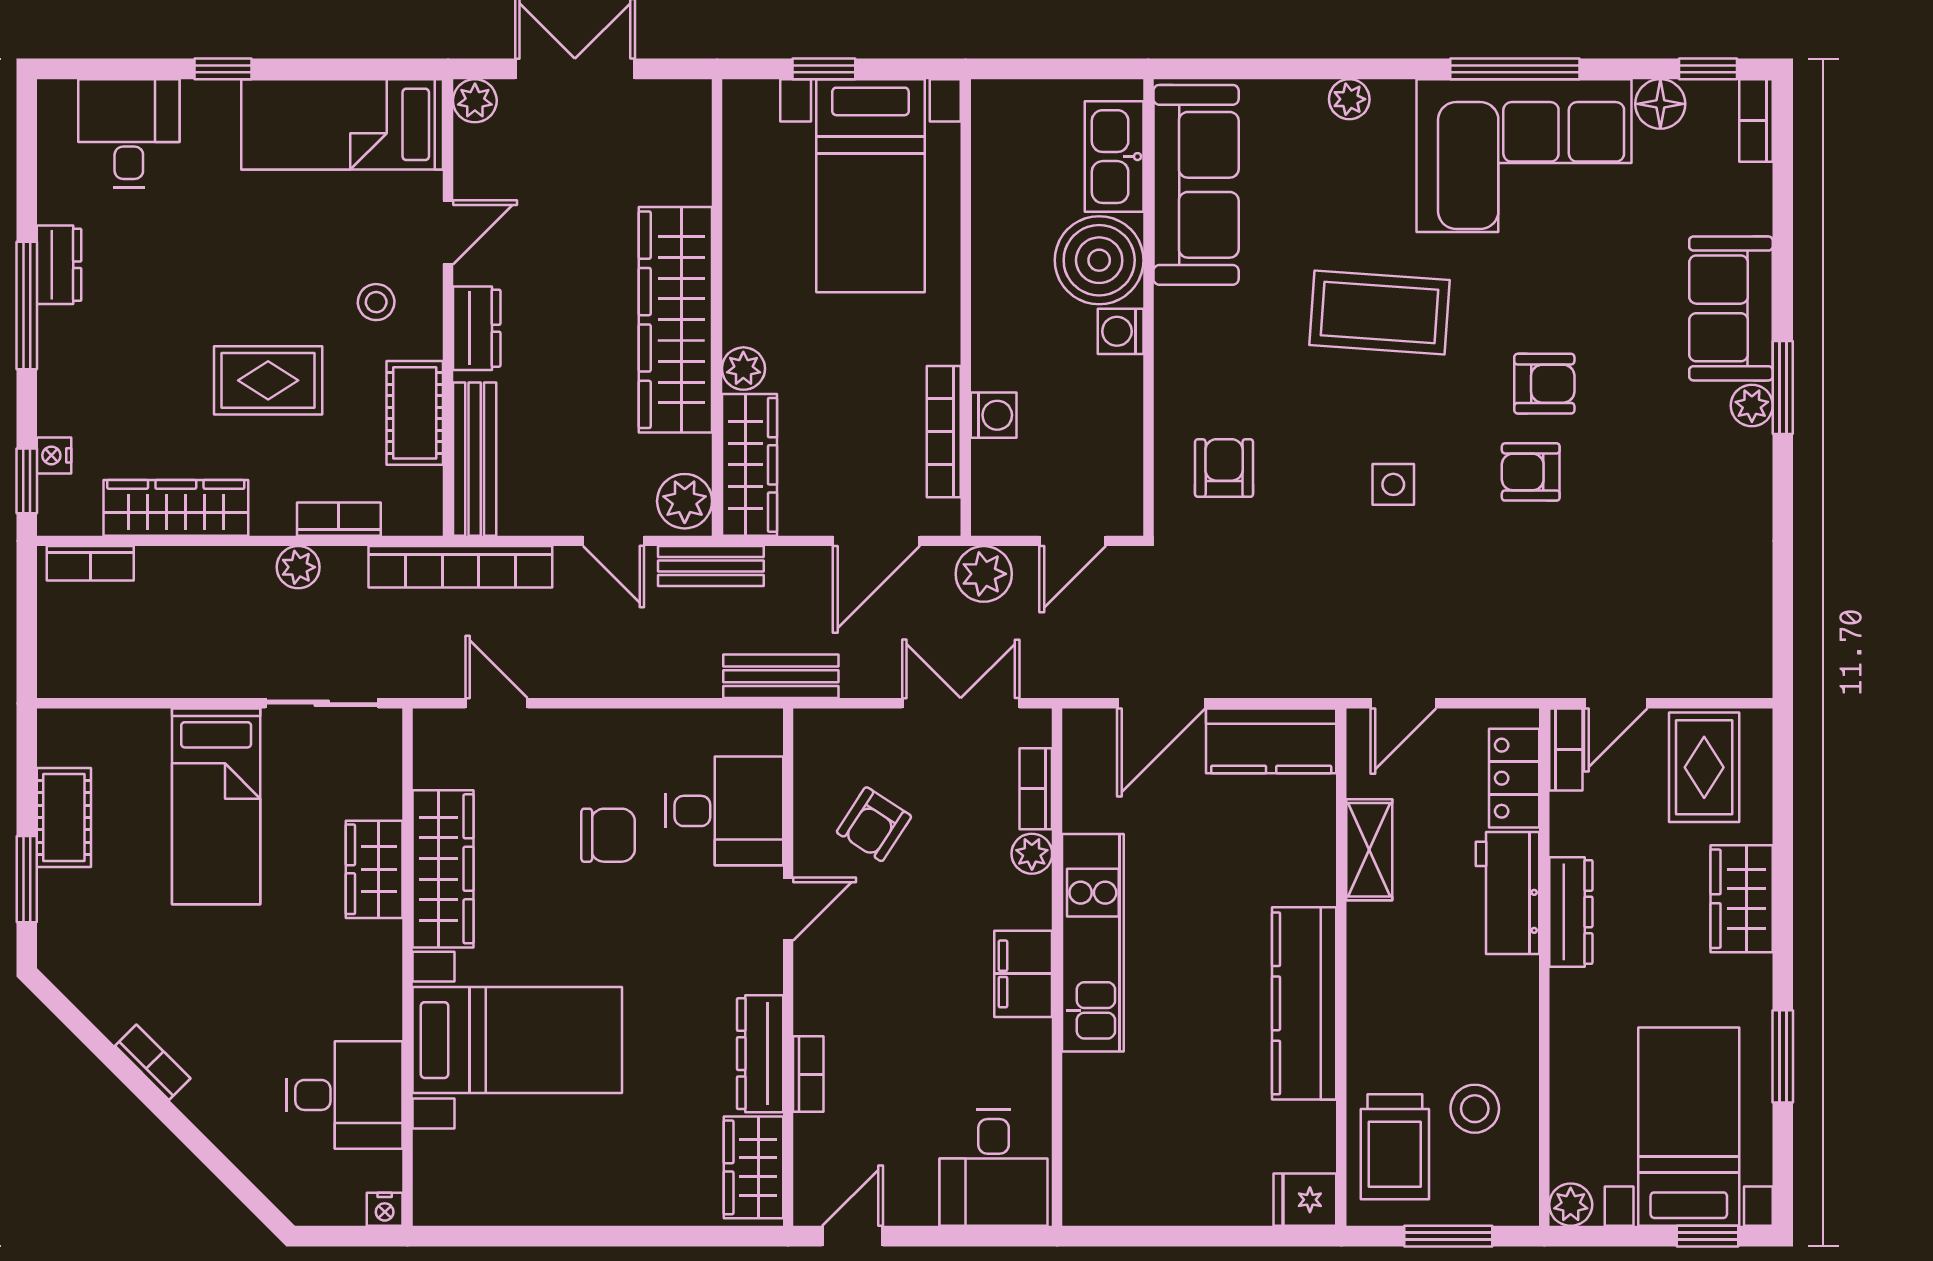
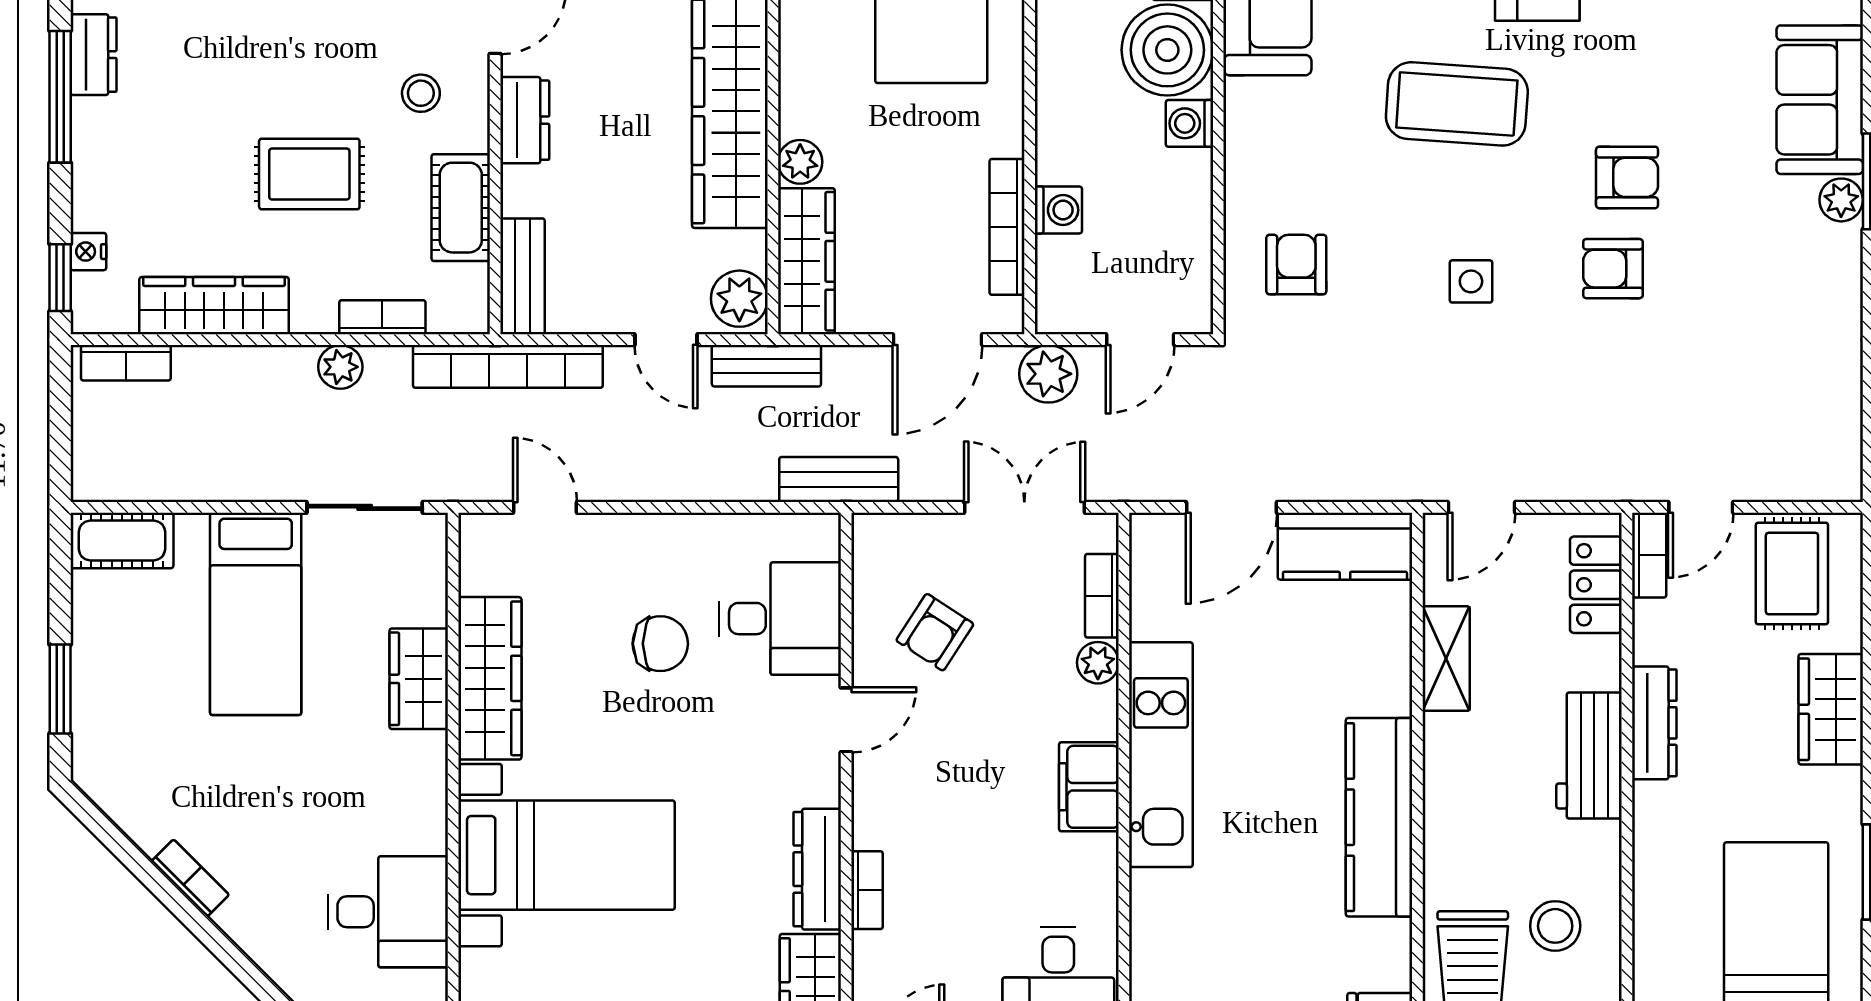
bench: (475, 459) -> (523, 276), width x0.73
cot: (64, 818) -> (122, 540), moved, turned 90
workbench: (1508, 893) -> (1589, 756), moved

